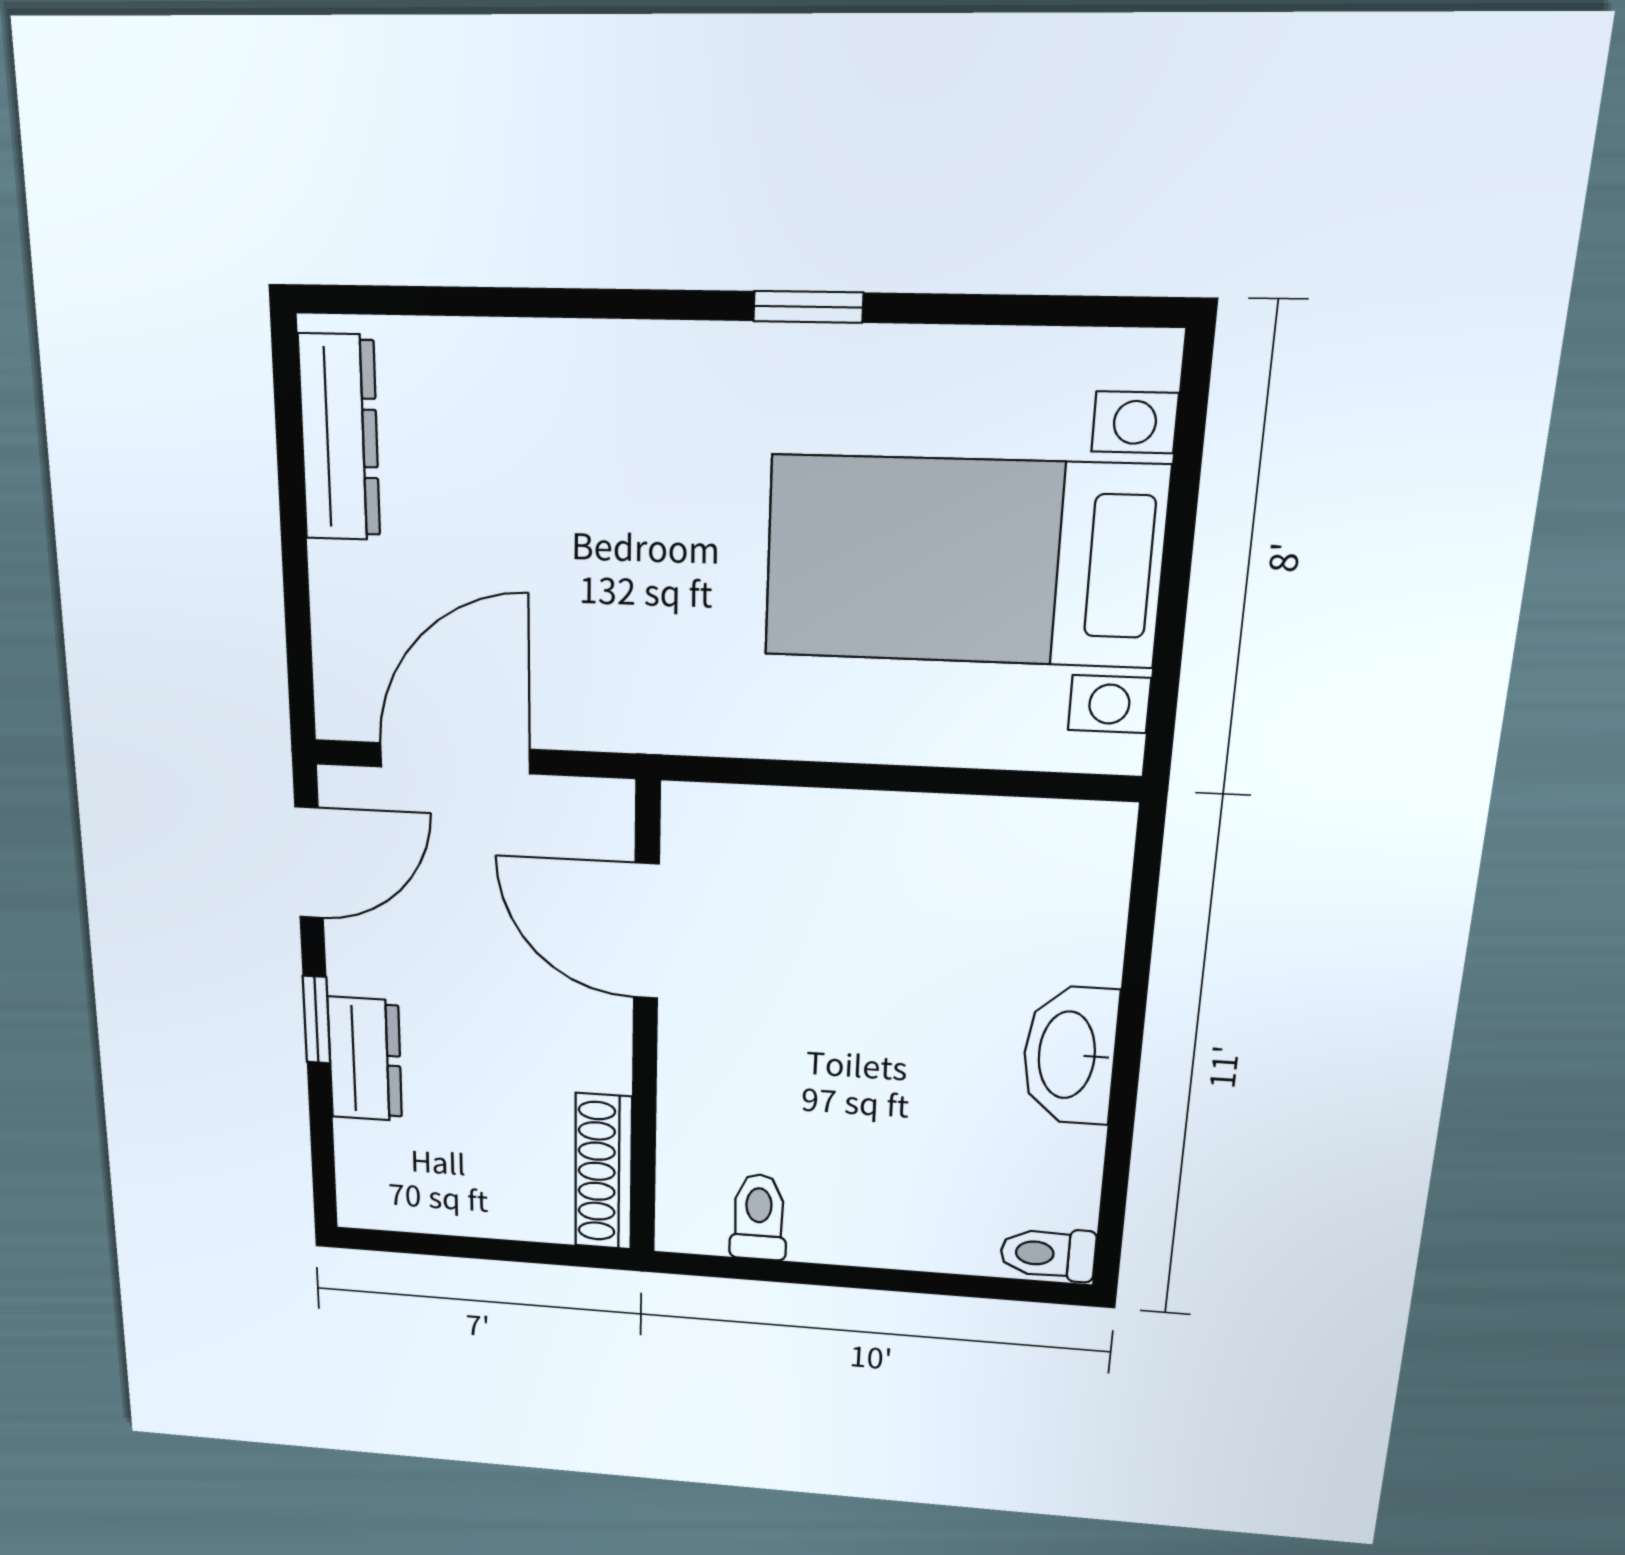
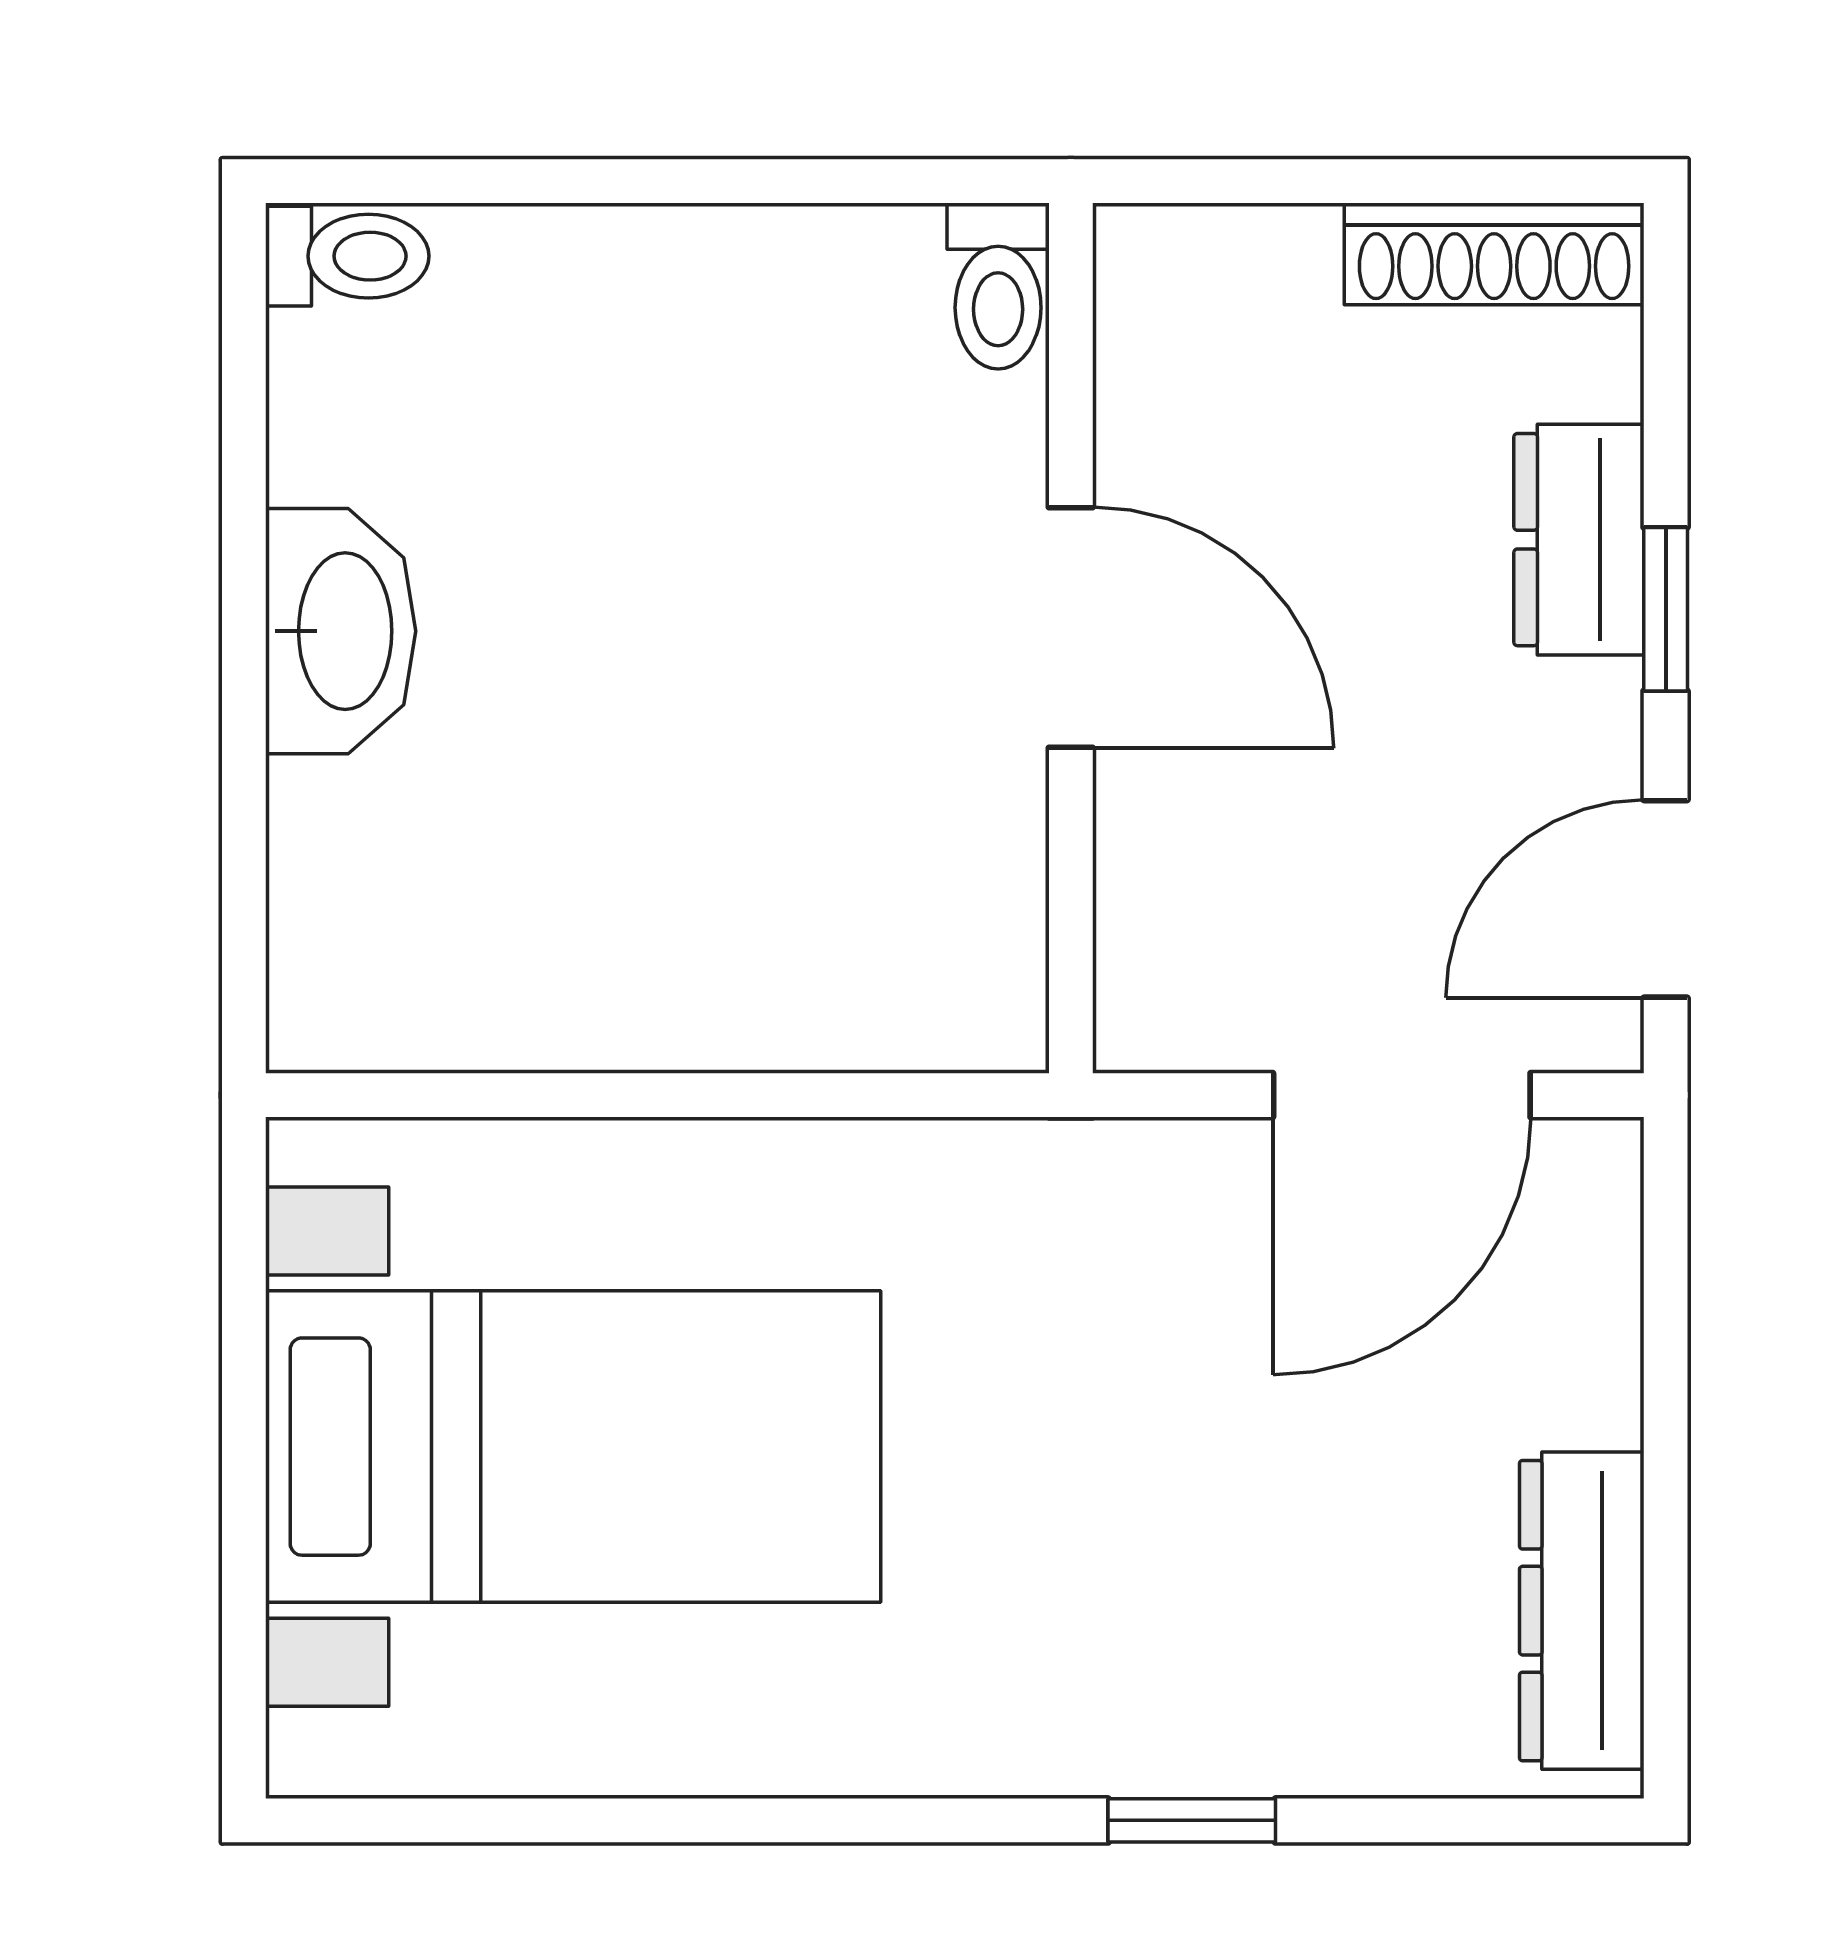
window: (808, 307) -> (1192, 1820), moved
door: (646, 931) -> (1071, 627), moved
shoe rack: (603, 1172) -> (1494, 254), moved, turned 90
toilet: (759, 1217) -> (998, 286), moved

